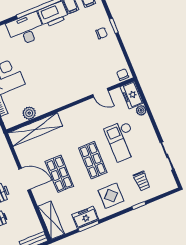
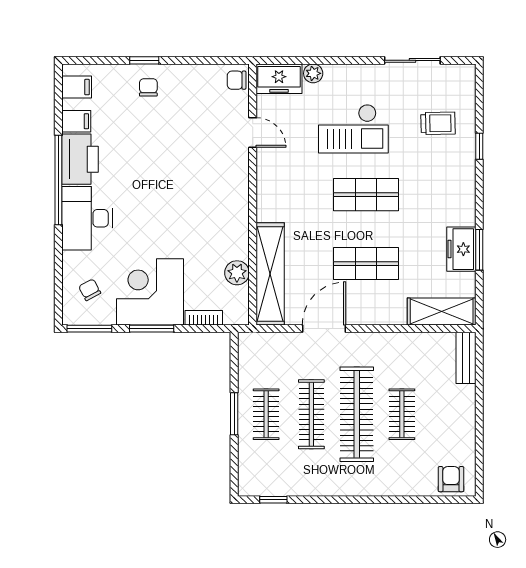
door: (100, 93) -> (253, 132), hinge flipped
door: (25, 179) -> (324, 329), moved
display table: (111, 196) -> (442, 188), removed

